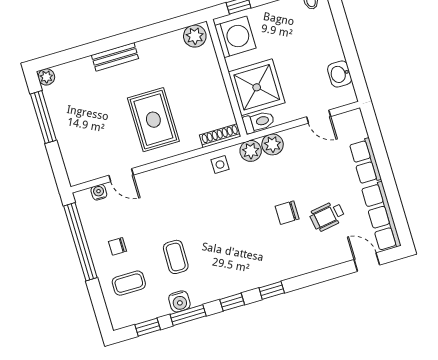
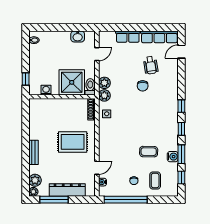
plant: (195, 36) -> (35, 180), moved
washing machine: (235, 37) -> (46, 90), width x0.53, depth x0.53
dresser: (67, 135) -> (67, 190), added

